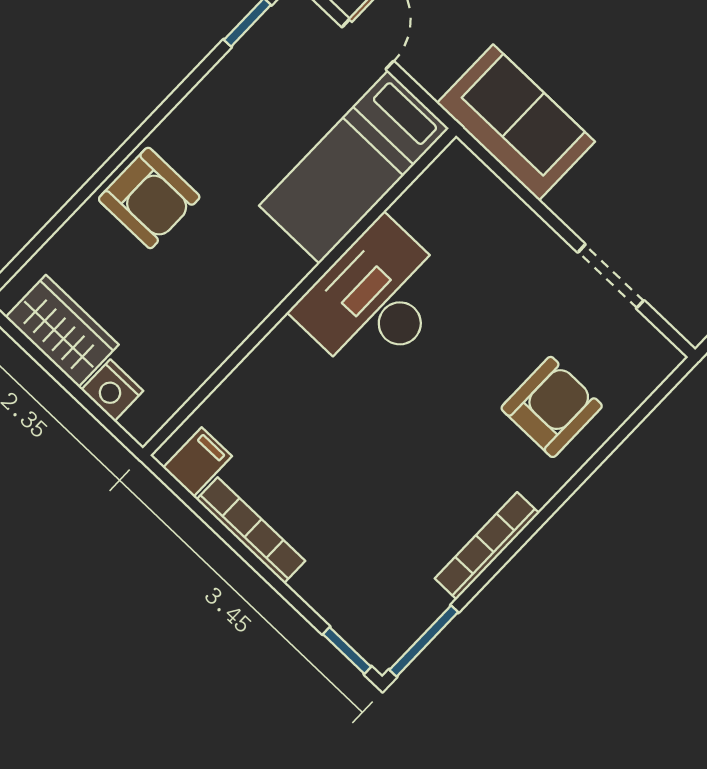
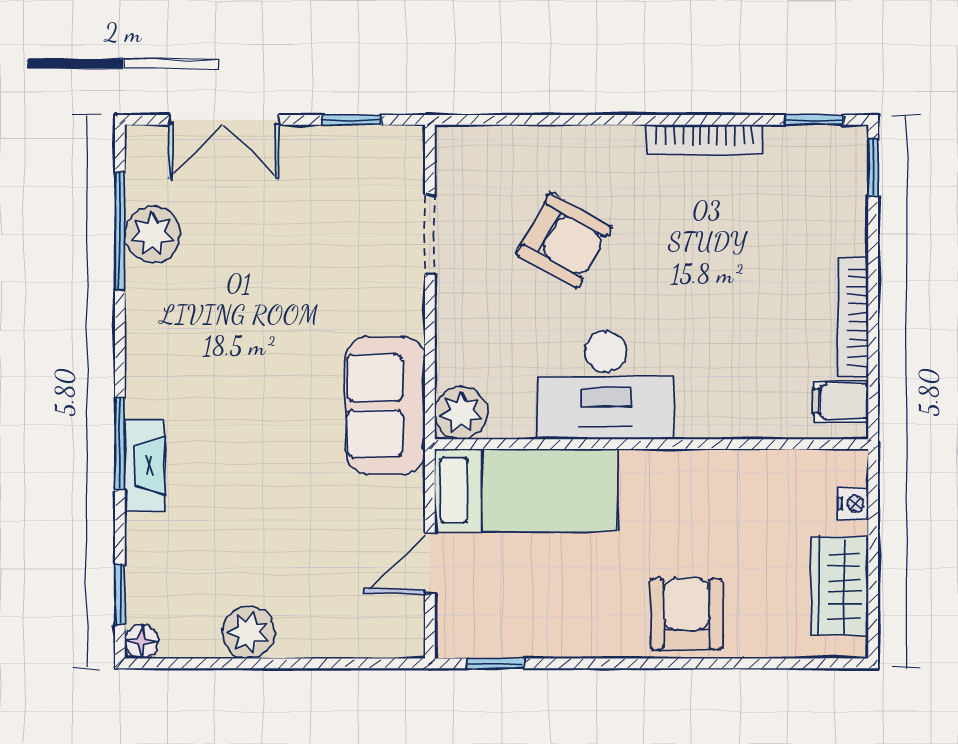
plant: (457, 173) -> (461, 413), added
nightstand: (112, 390) -> (853, 504), width x0.72, depth x0.74
armchair: (552, 407) -> (564, 241), moved, turned -151
window: (424, 641) -> (814, 120), width x0.67

